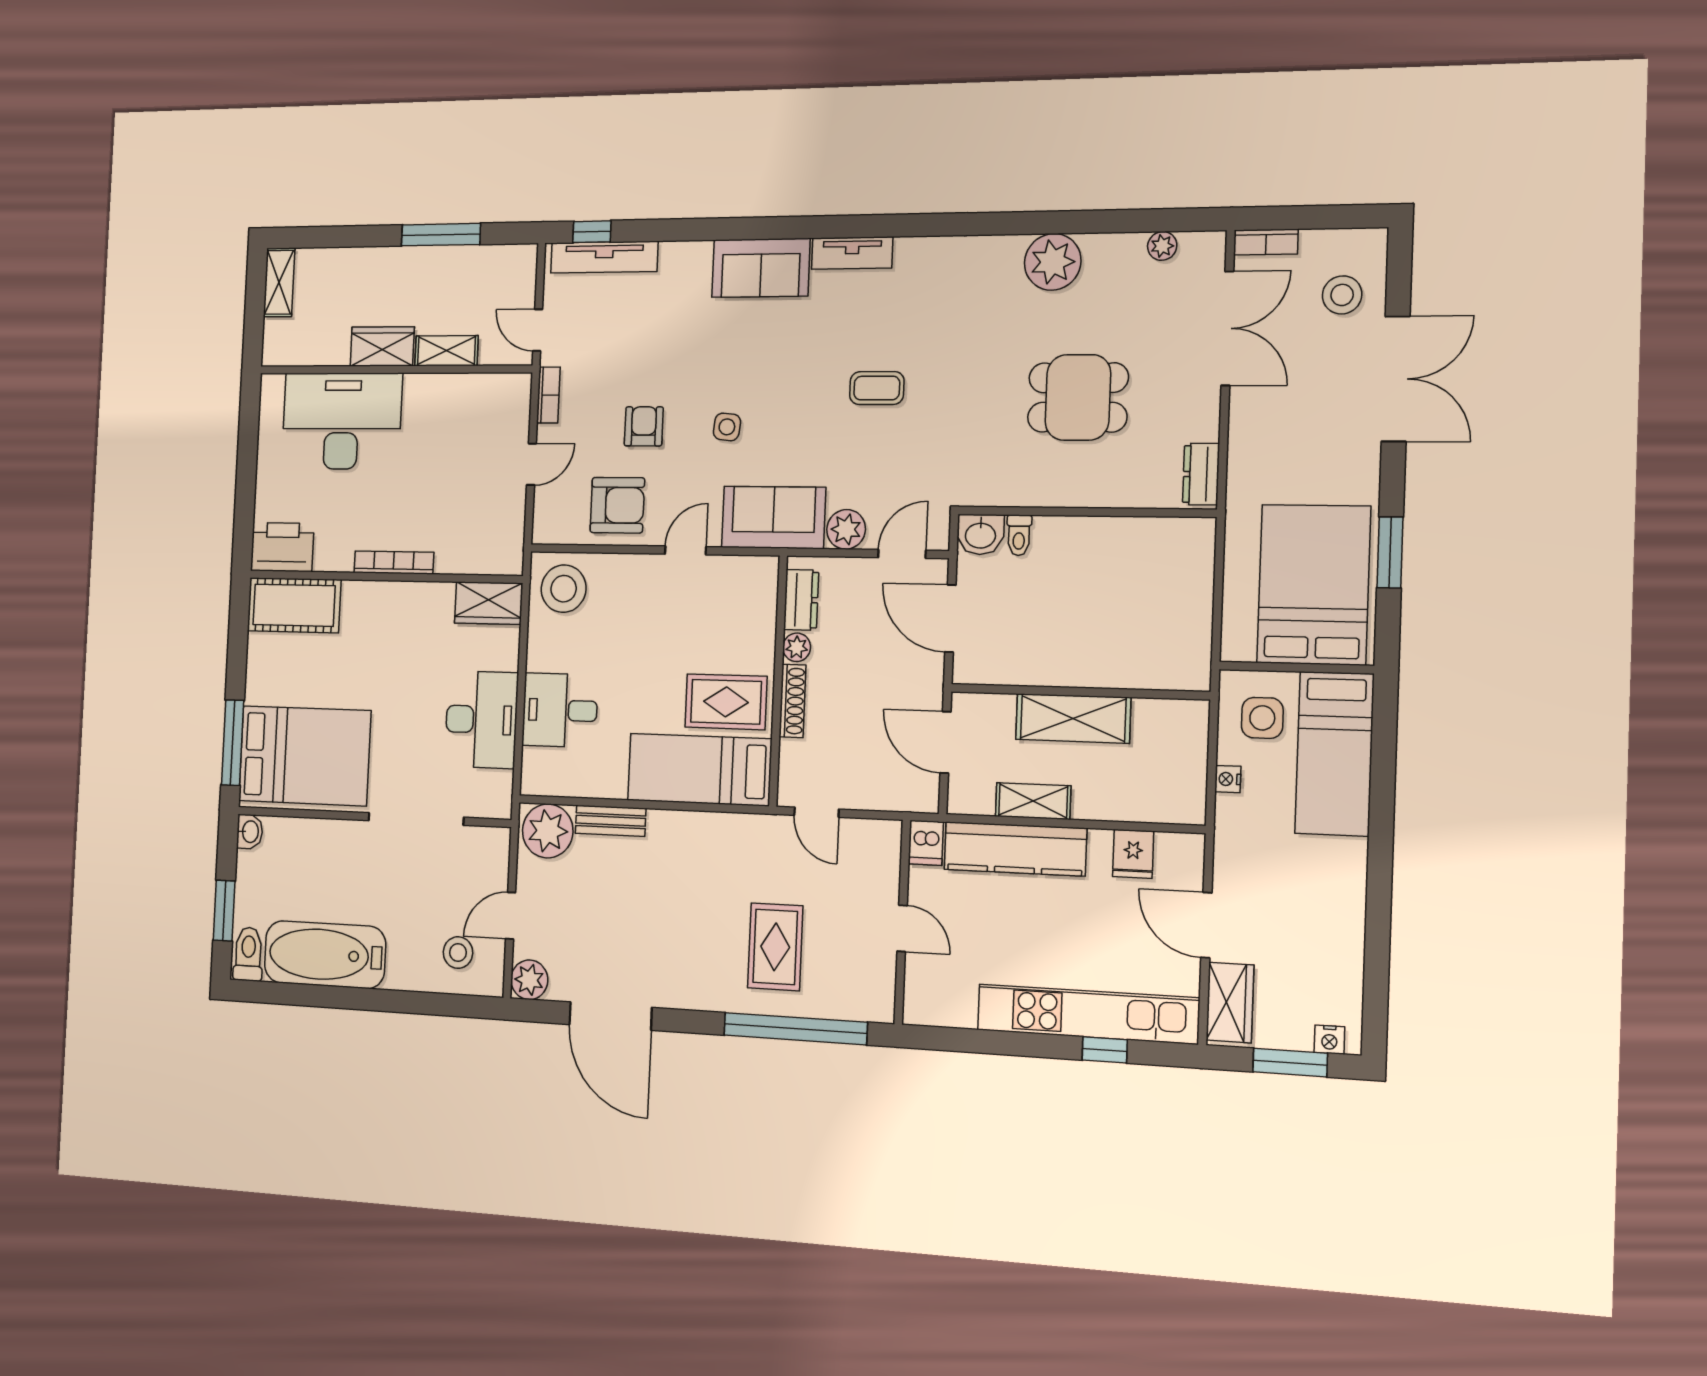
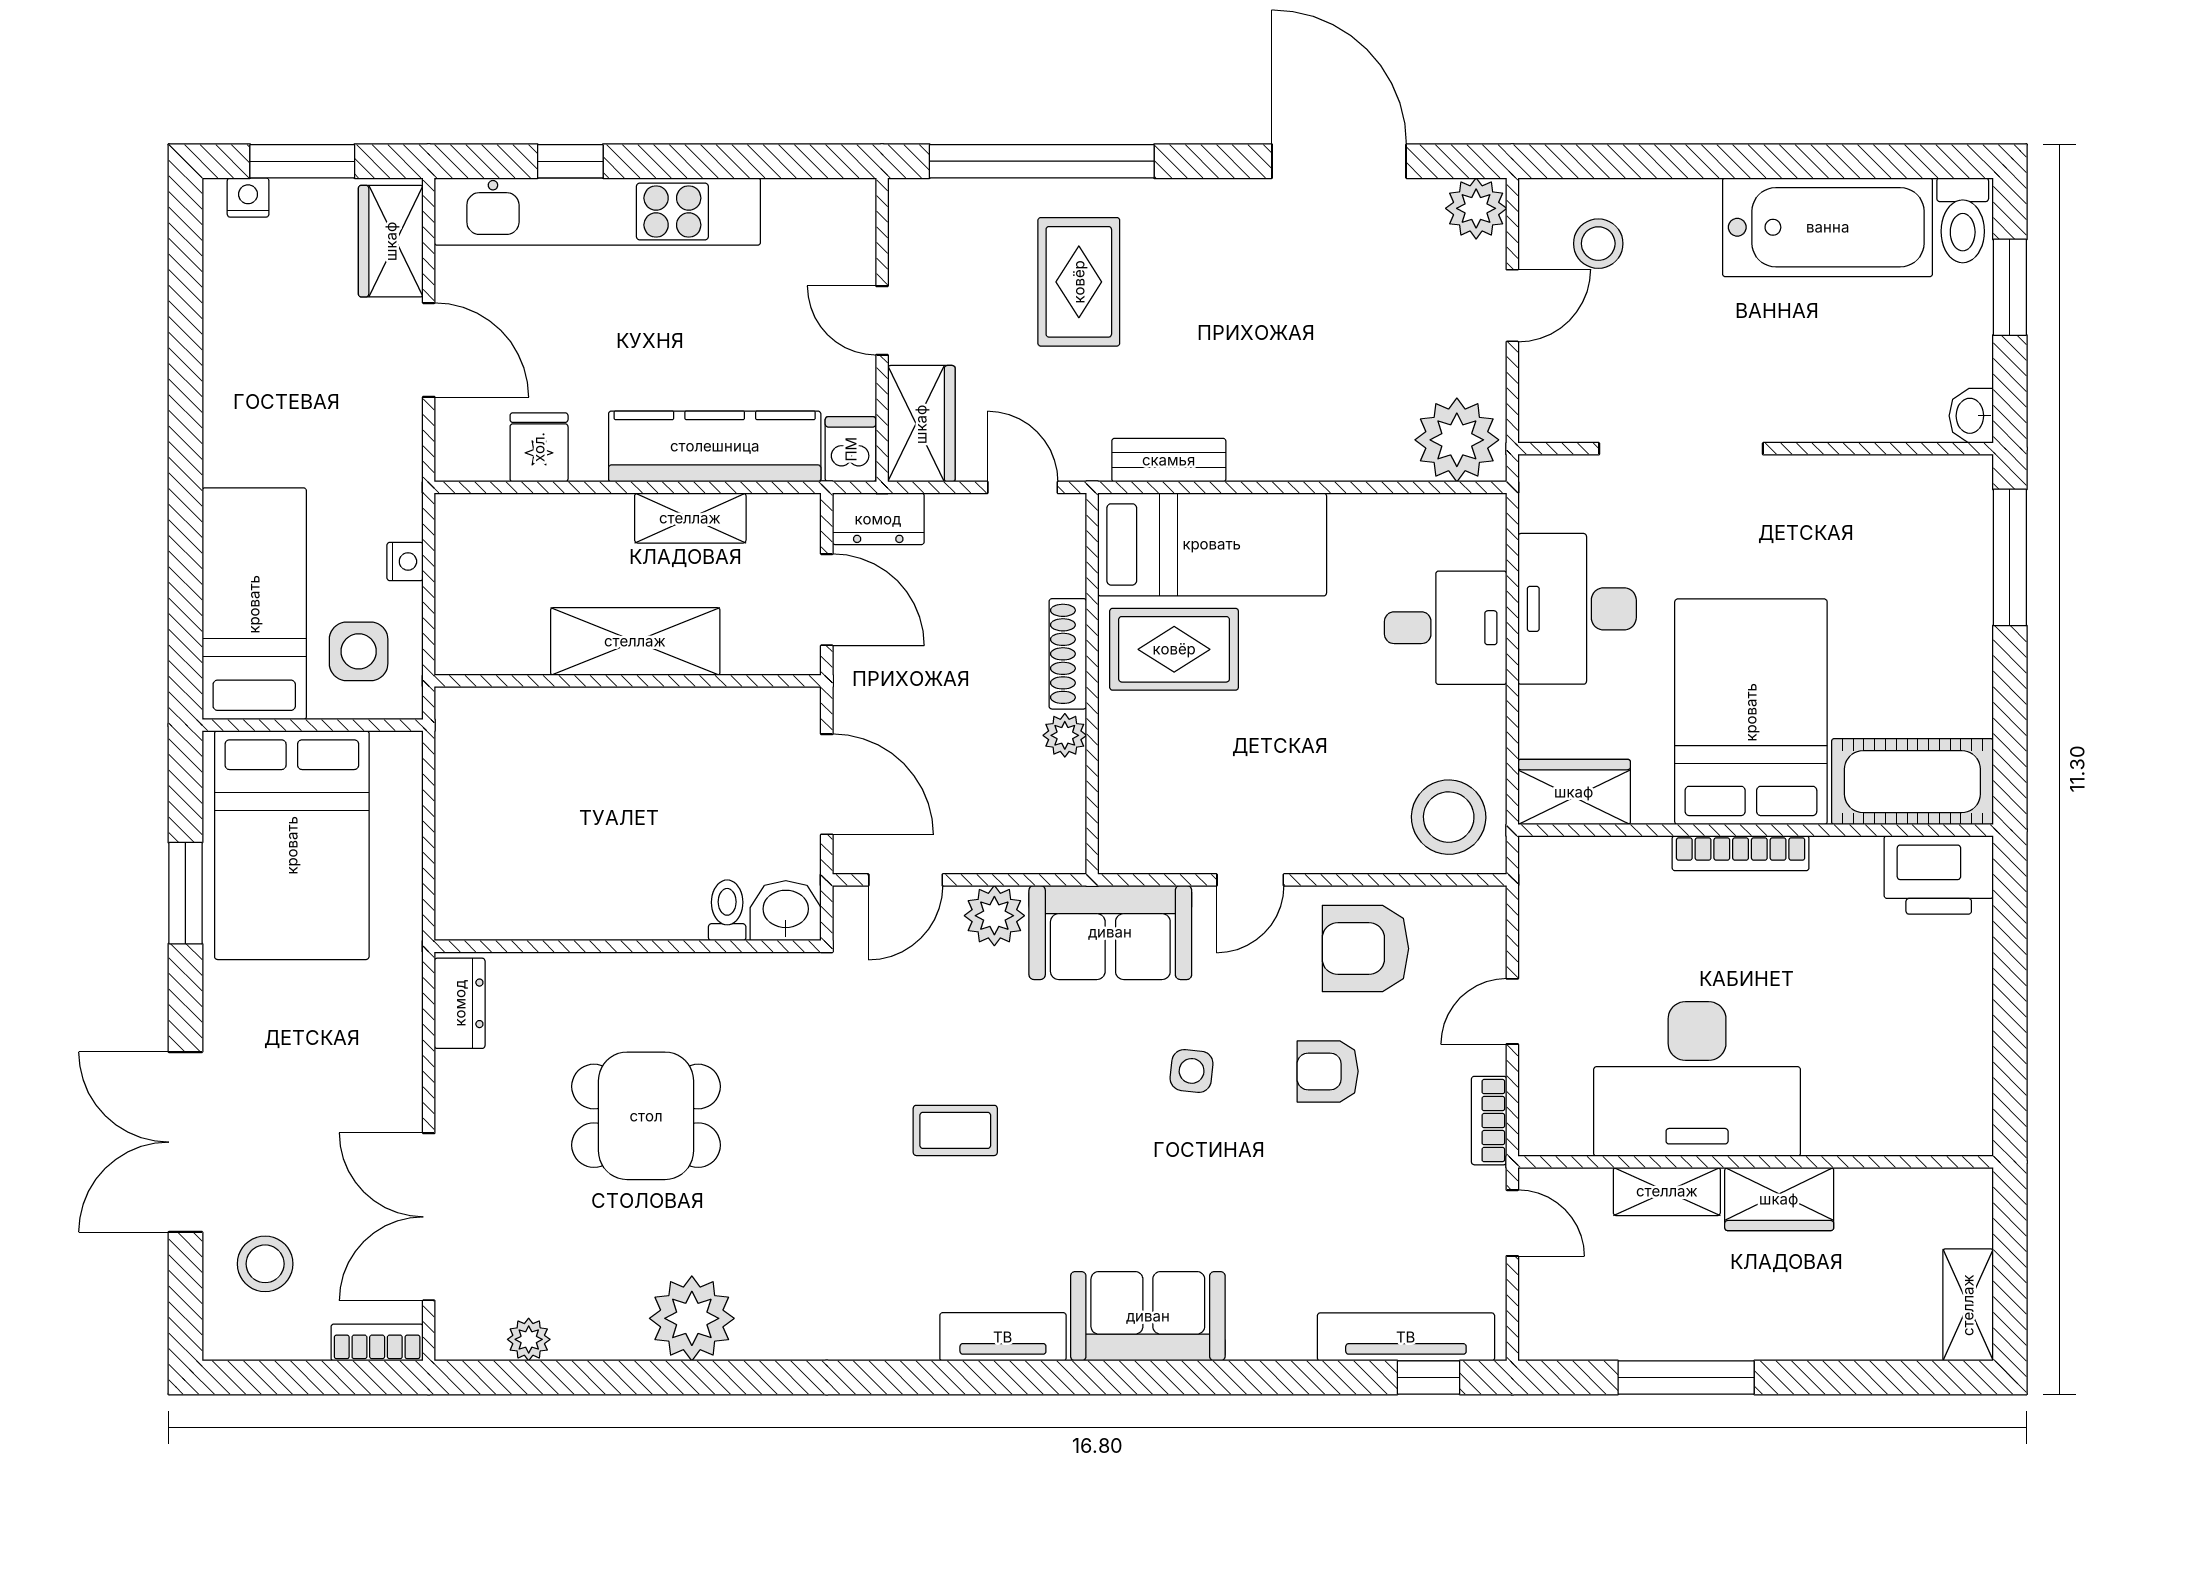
desk: (342, 421) -> (1697, 1079), moved
armchair: (644, 426) -> (1328, 1071), turned 90
dresser: (801, 600) -> (878, 519), moved, turned -90
bed: (305, 756) -> (1751, 712), moved, turned 90
bench: (611, 821) -> (1169, 460), moved
wardrobe: (879, 858) -> (921, 424), added

